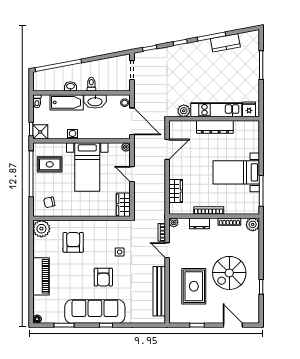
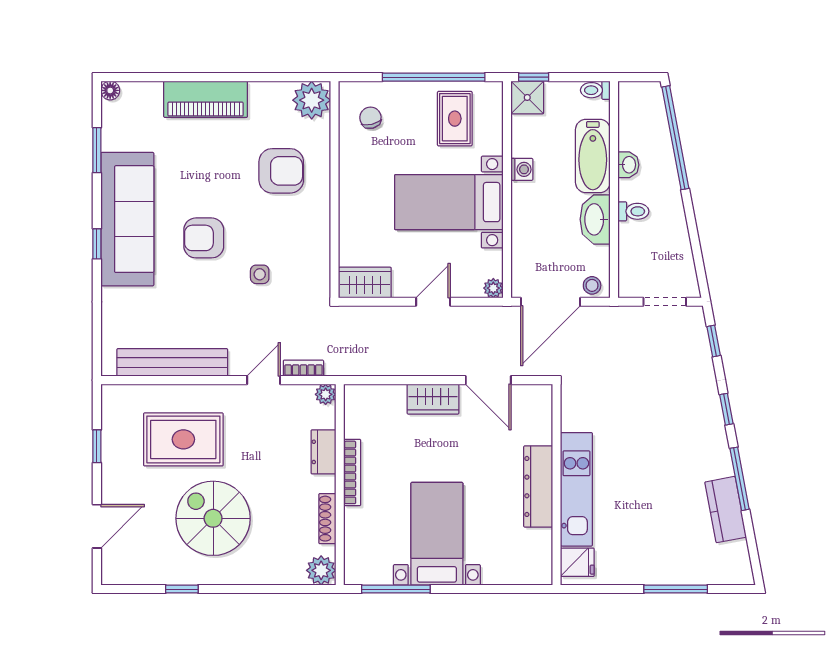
plant: (184, 111) -> (574, 417), removed
wardrobe: (176, 191) -> (433, 399), moved

